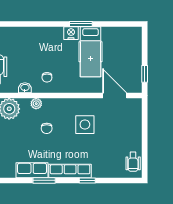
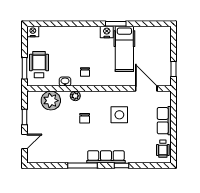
row of seats: (32, 170) -> (164, 121), moved, turned -90
window: (44, 180) -> (82, 165), width x1.44

